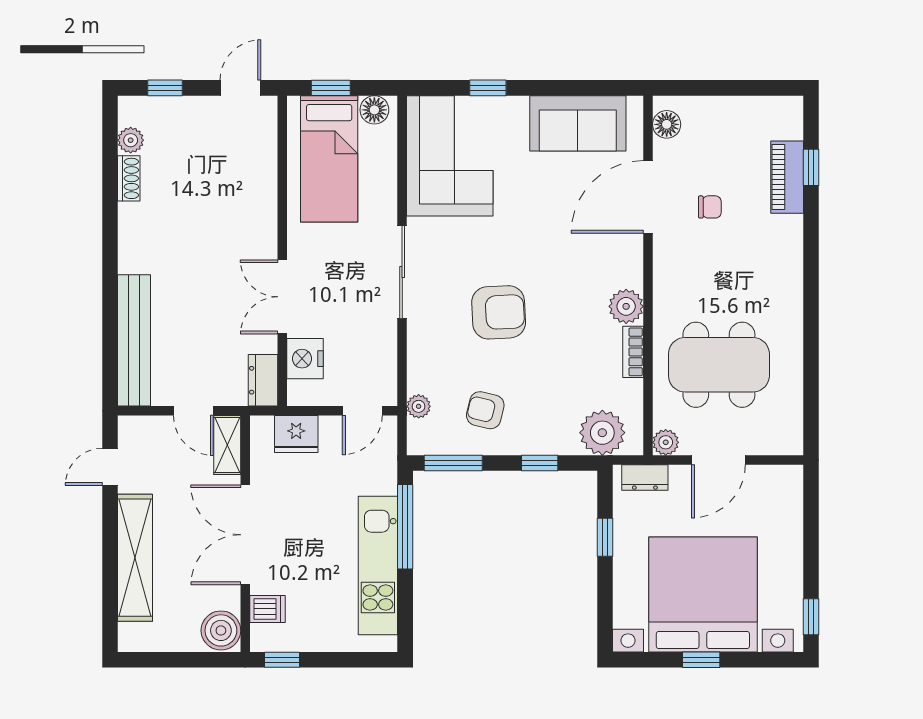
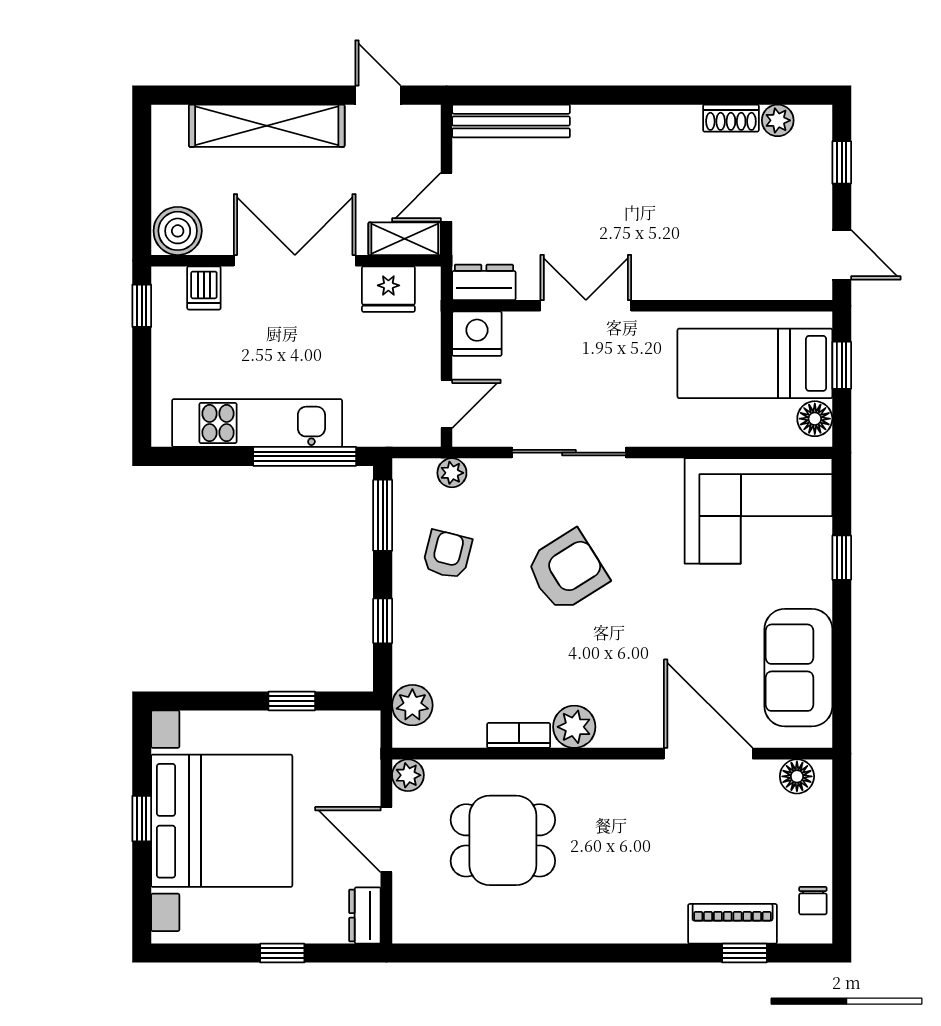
chair: (710, 207) -> (813, 901), moved
sliding door: (402, 272) -> (569, 453), moved
armchair: (499, 312) -> (567, 571), turned -119
bench: (134, 340) -> (511, 121), width x0.73, depth x0.82
nightstand: (305, 359) -> (477, 334), moved
dining table: (719, 365) -> (503, 840), width x0.73
door: (362, 411) -> (447, 404), swing flipped
plant: (602, 433) -> (412, 705), width x0.73, depth x0.73
fridge: (296, 434) -> (388, 289), moved, turned -90
dresser: (645, 477) -> (365, 915), moved
window: (811, 617) -> (282, 953), moved

